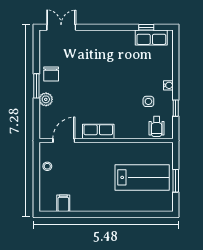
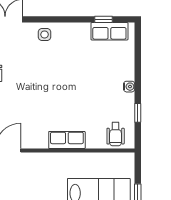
side table: (148, 101) -> (45, 34), moved
row of seats: (98, 132) -> (67, 140), moved

